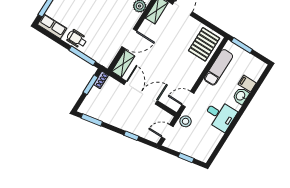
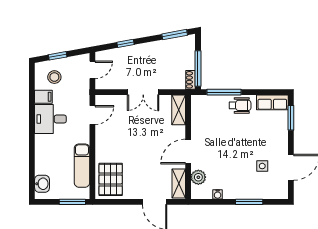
door: (129, 39) -> (188, 152), moved
filing cabinet: (247, 84) -> (43, 97), moved
window: (90, 85) -> (198, 69), width x1.44
double door: (141, 93) -> (143, 92), width x0.73
washbasin: (241, 96) -> (42, 184), moved
stool: (186, 121) -> (54, 77), moved

